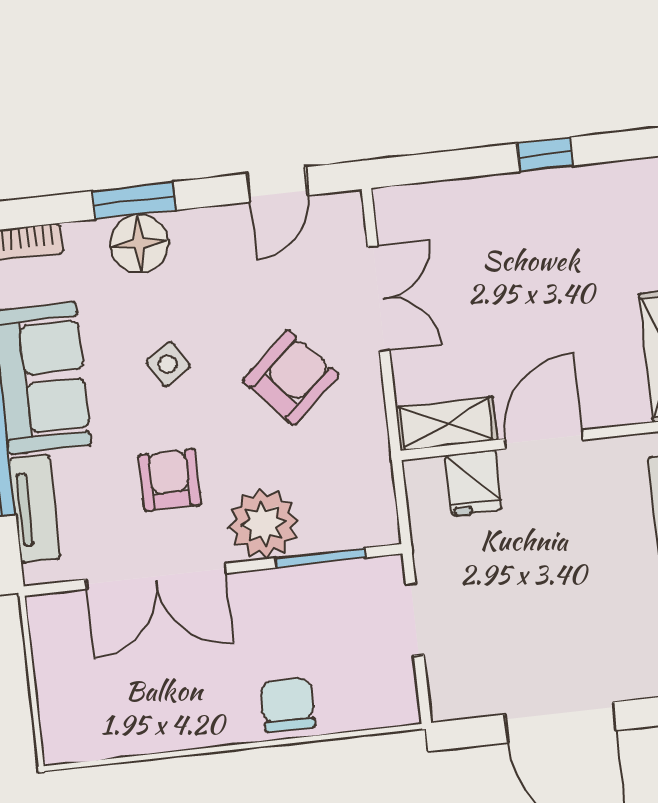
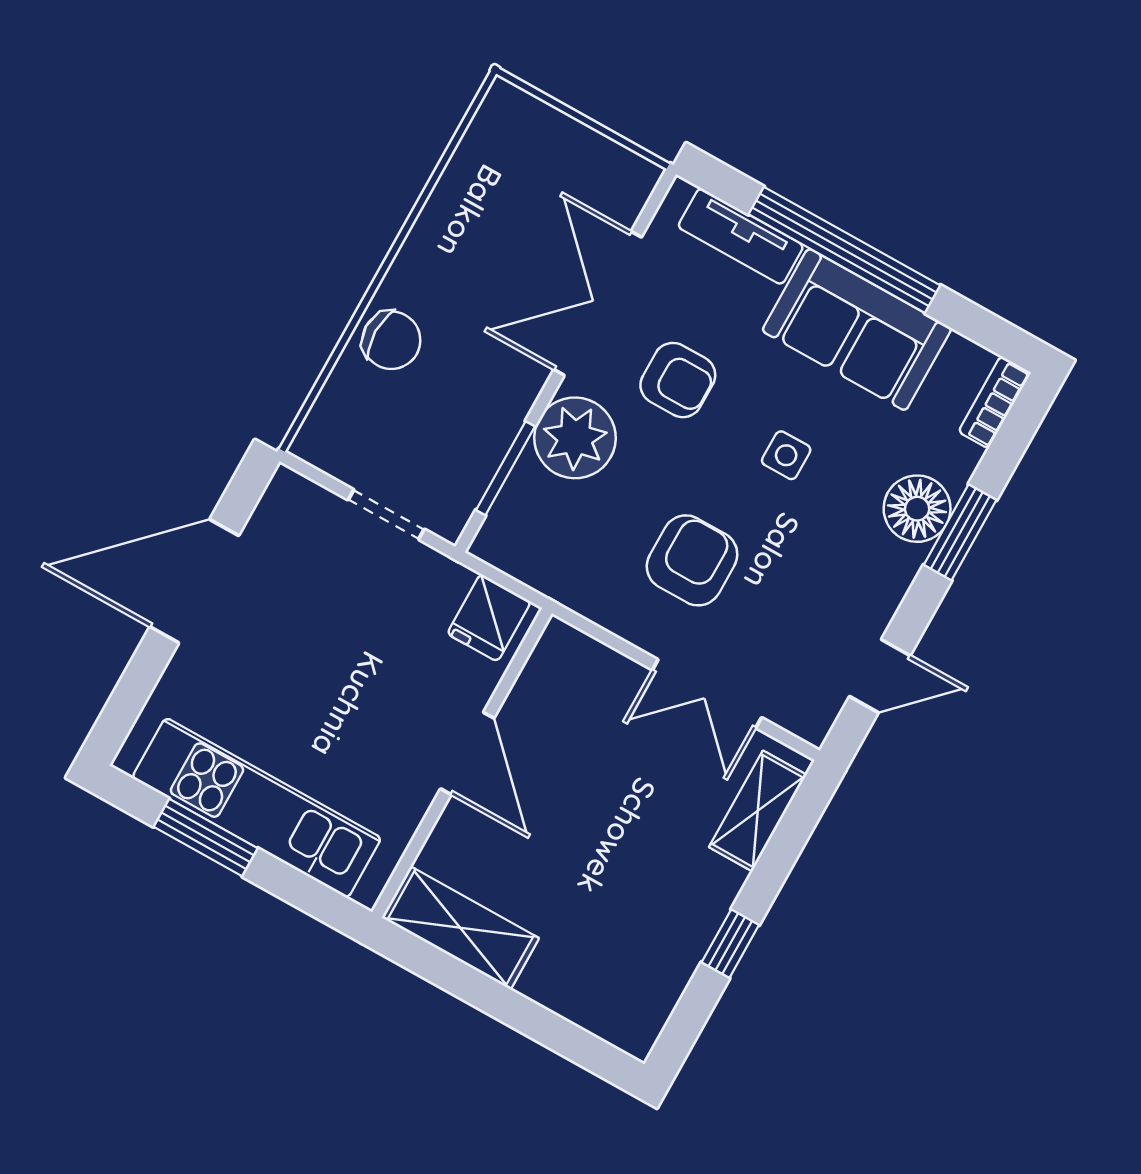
door: (278, 184) -> (880, 676), swing flipped
side table: (168, 364) -> (786, 455), turned 32
armchair: (291, 378) -> (692, 560), turned -138
shelving: (446, 424) -> (758, 811), moved
fridge: (473, 483) -> (489, 618), moved, turned -90

